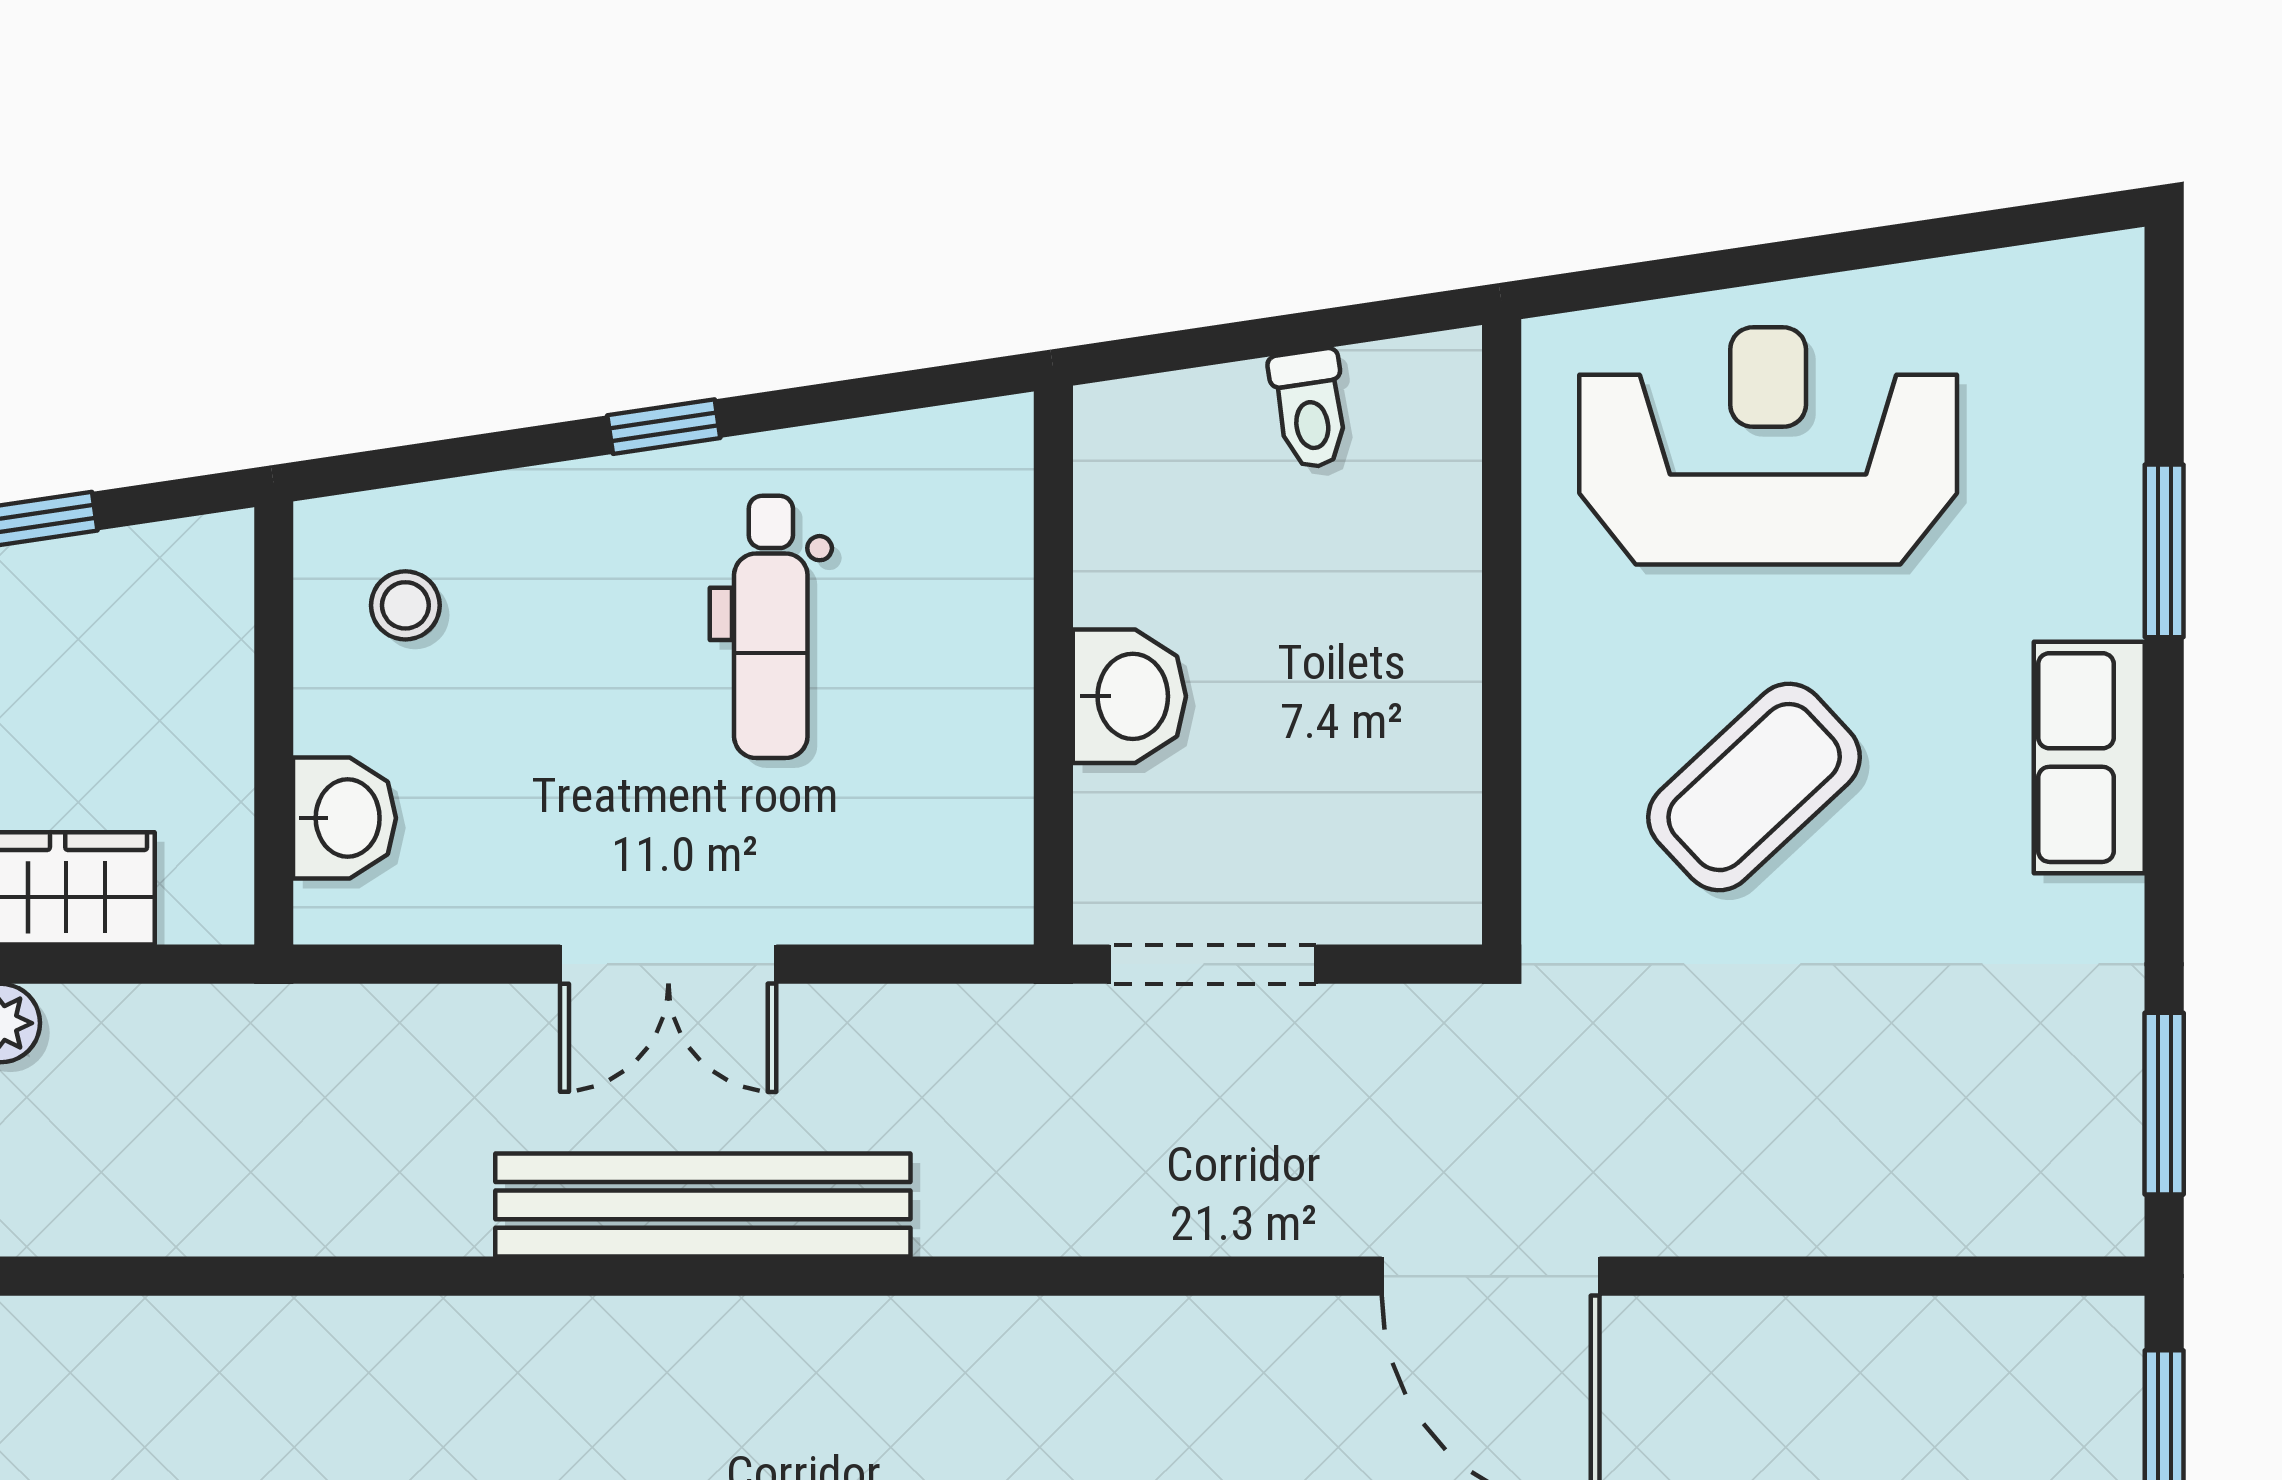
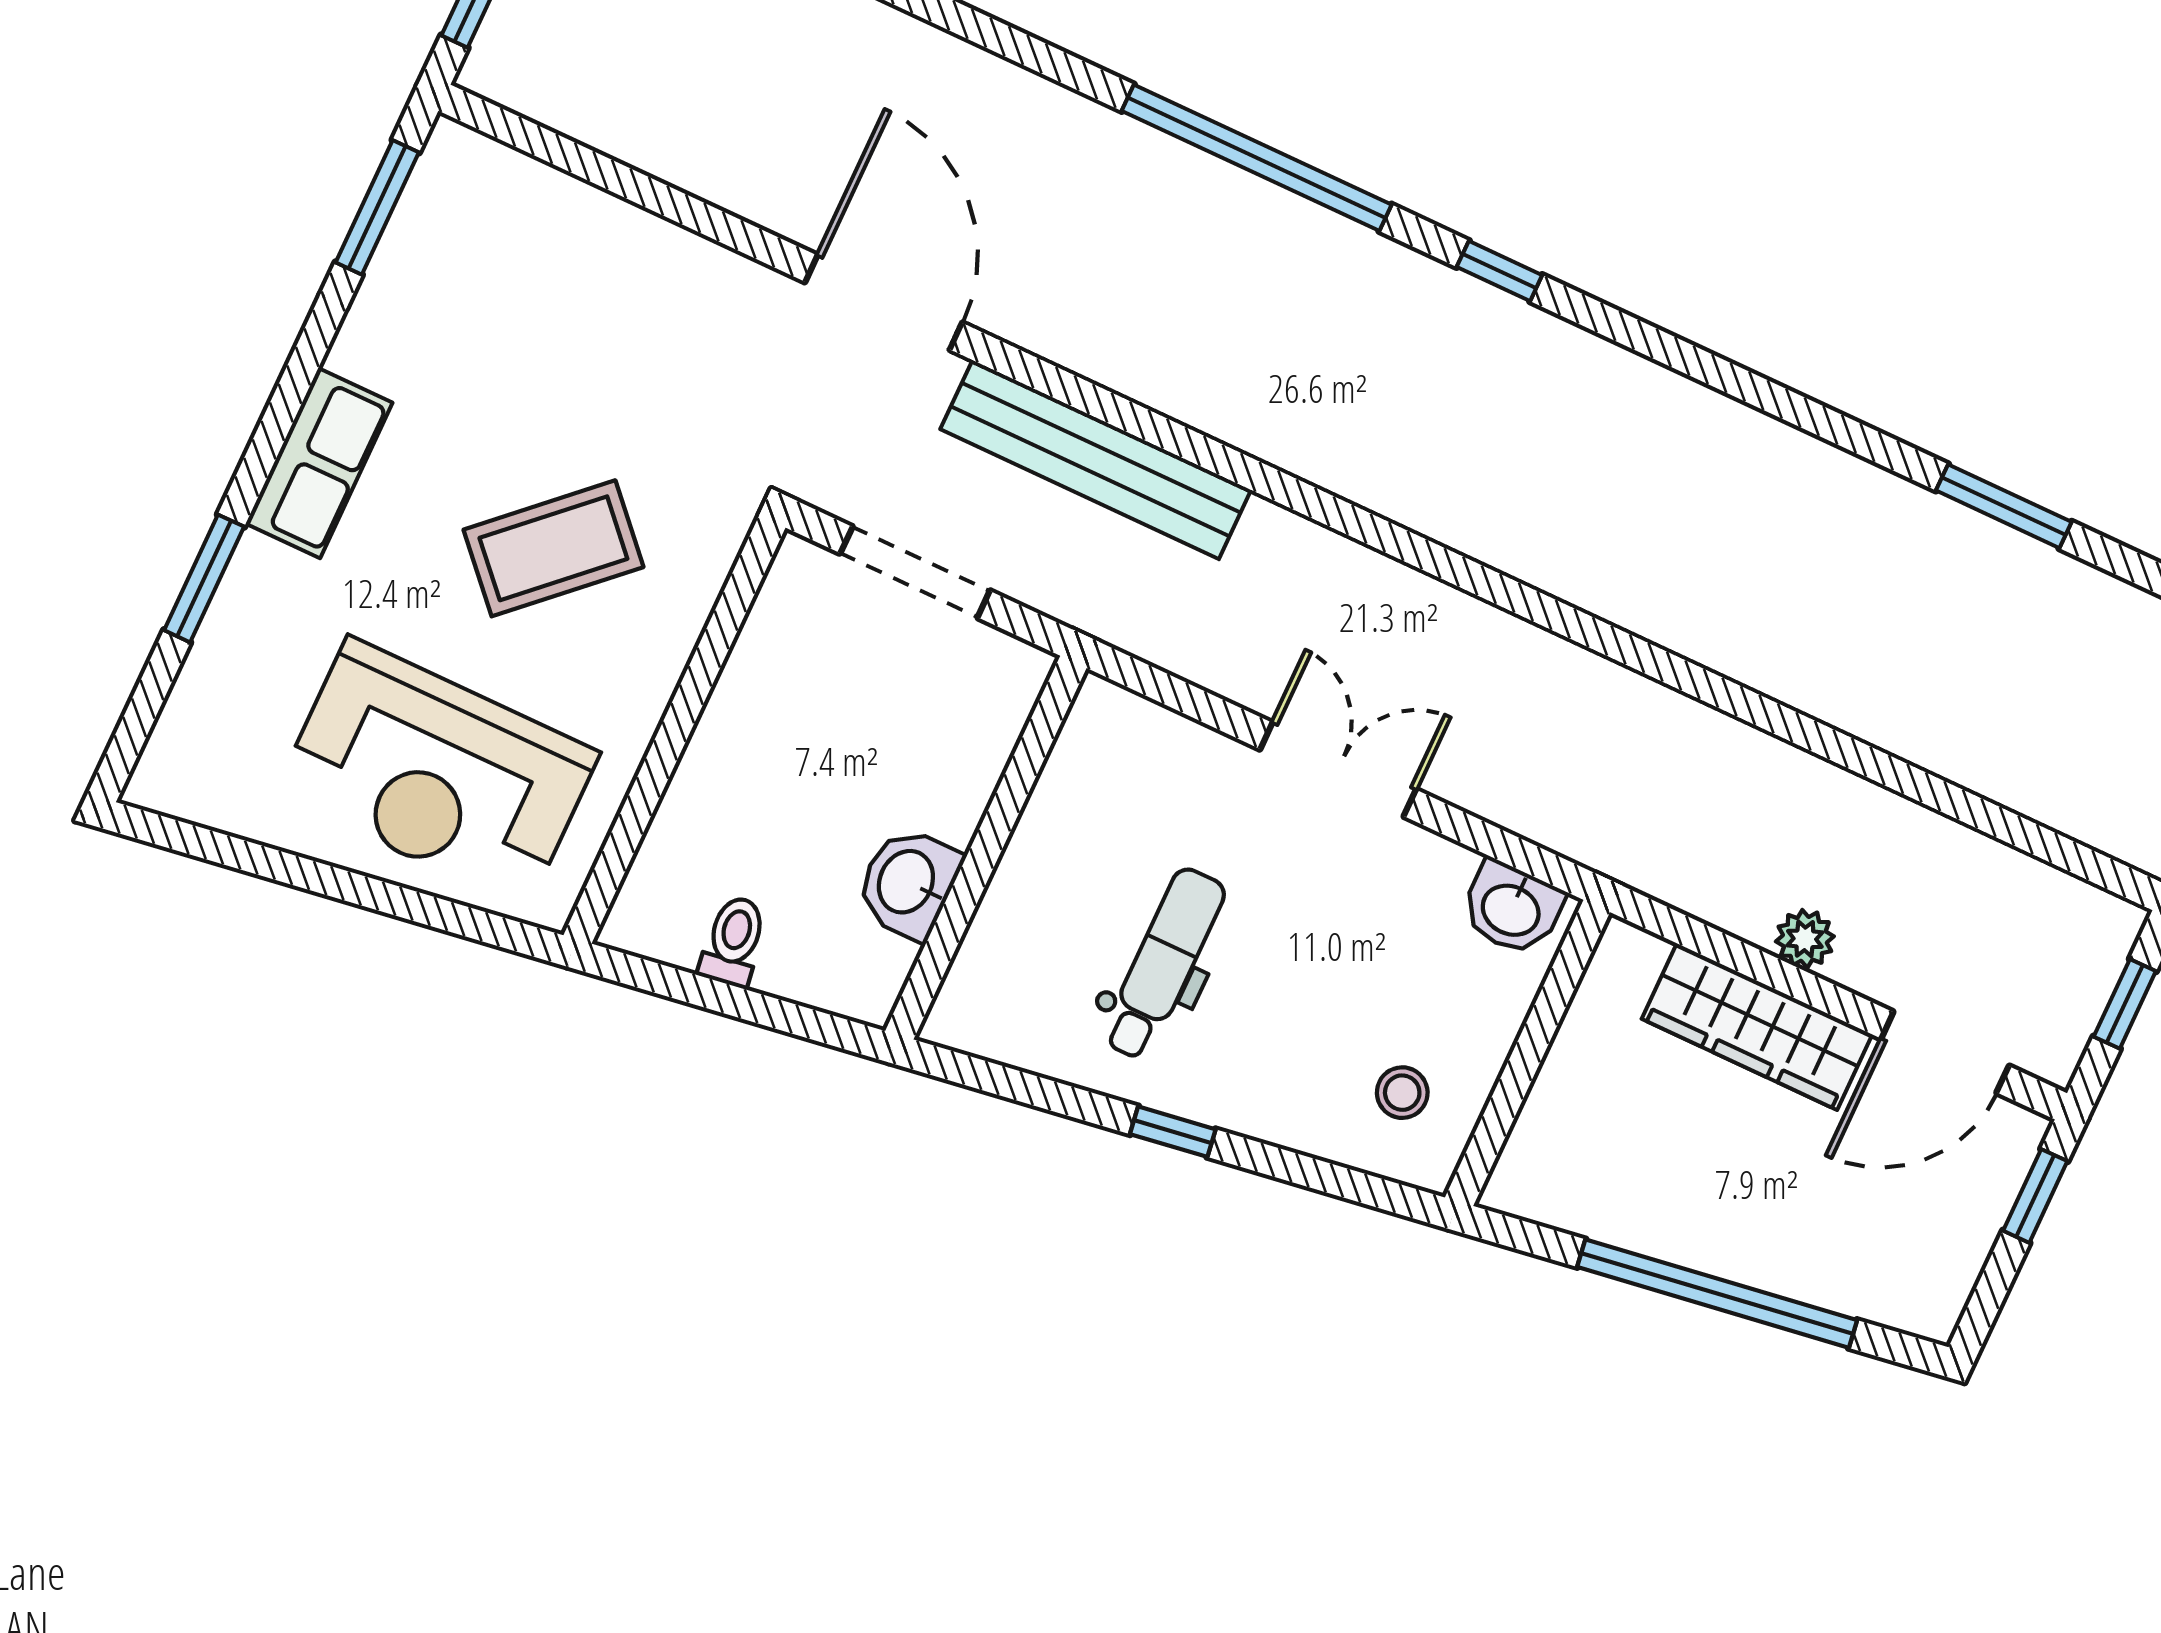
washbasin: (1129, 696) -> (908, 883), moved
washbasin: (345, 818) -> (1512, 908), moved, turned -90
doorway: (1213, 964) -> (915, 572), moved
bench: (703, 1205) -> (1096, 460), moved

